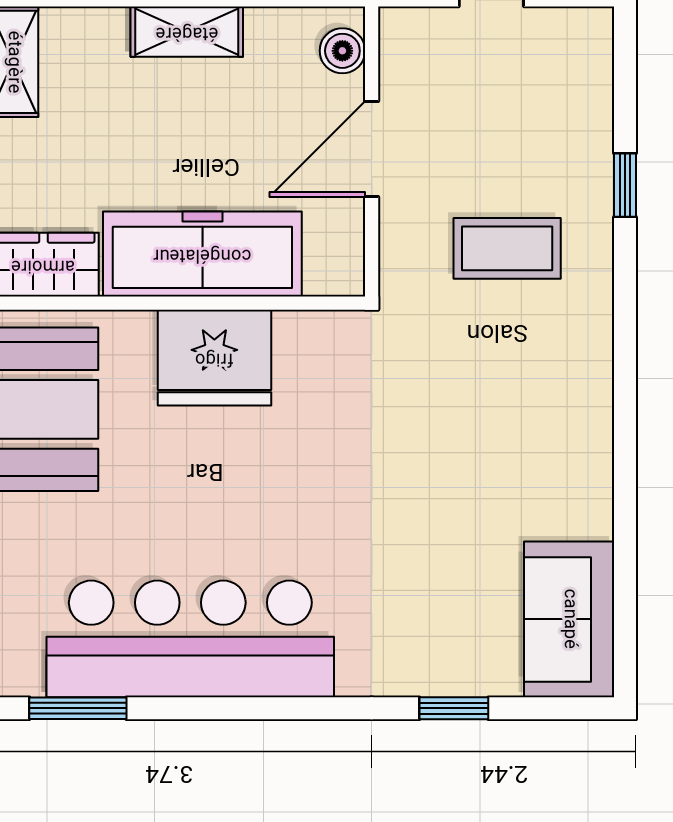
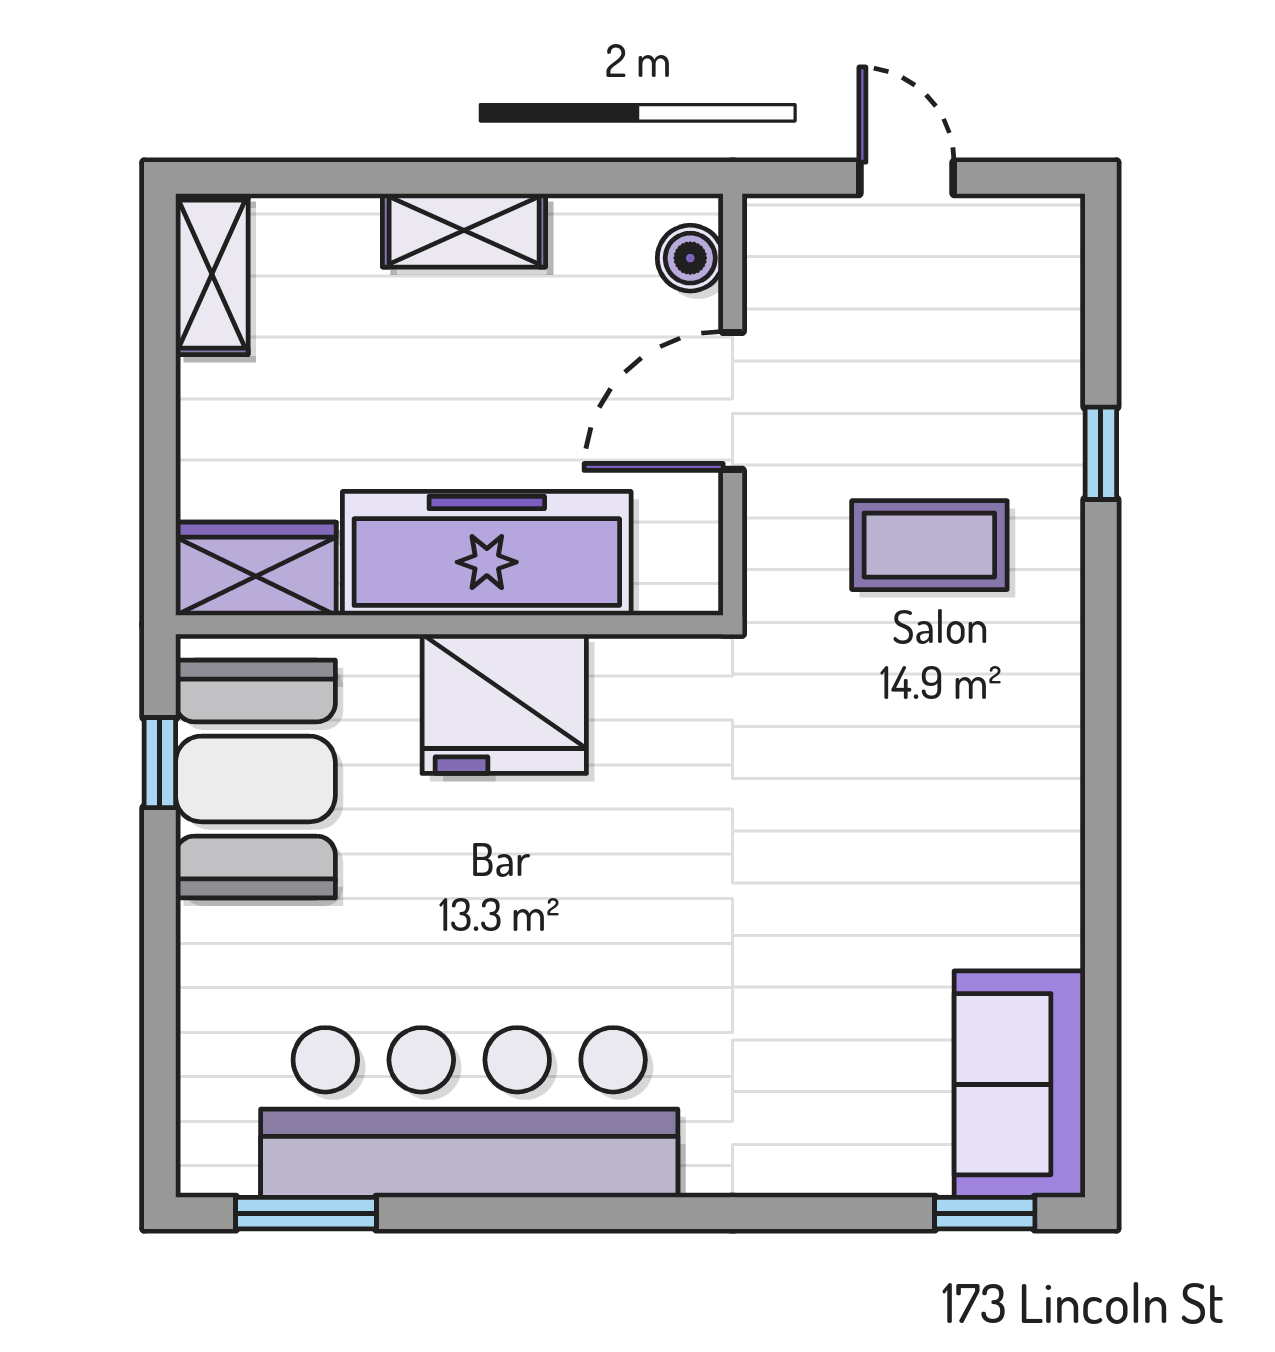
window: (454, 708) -> (985, 1213), moved

